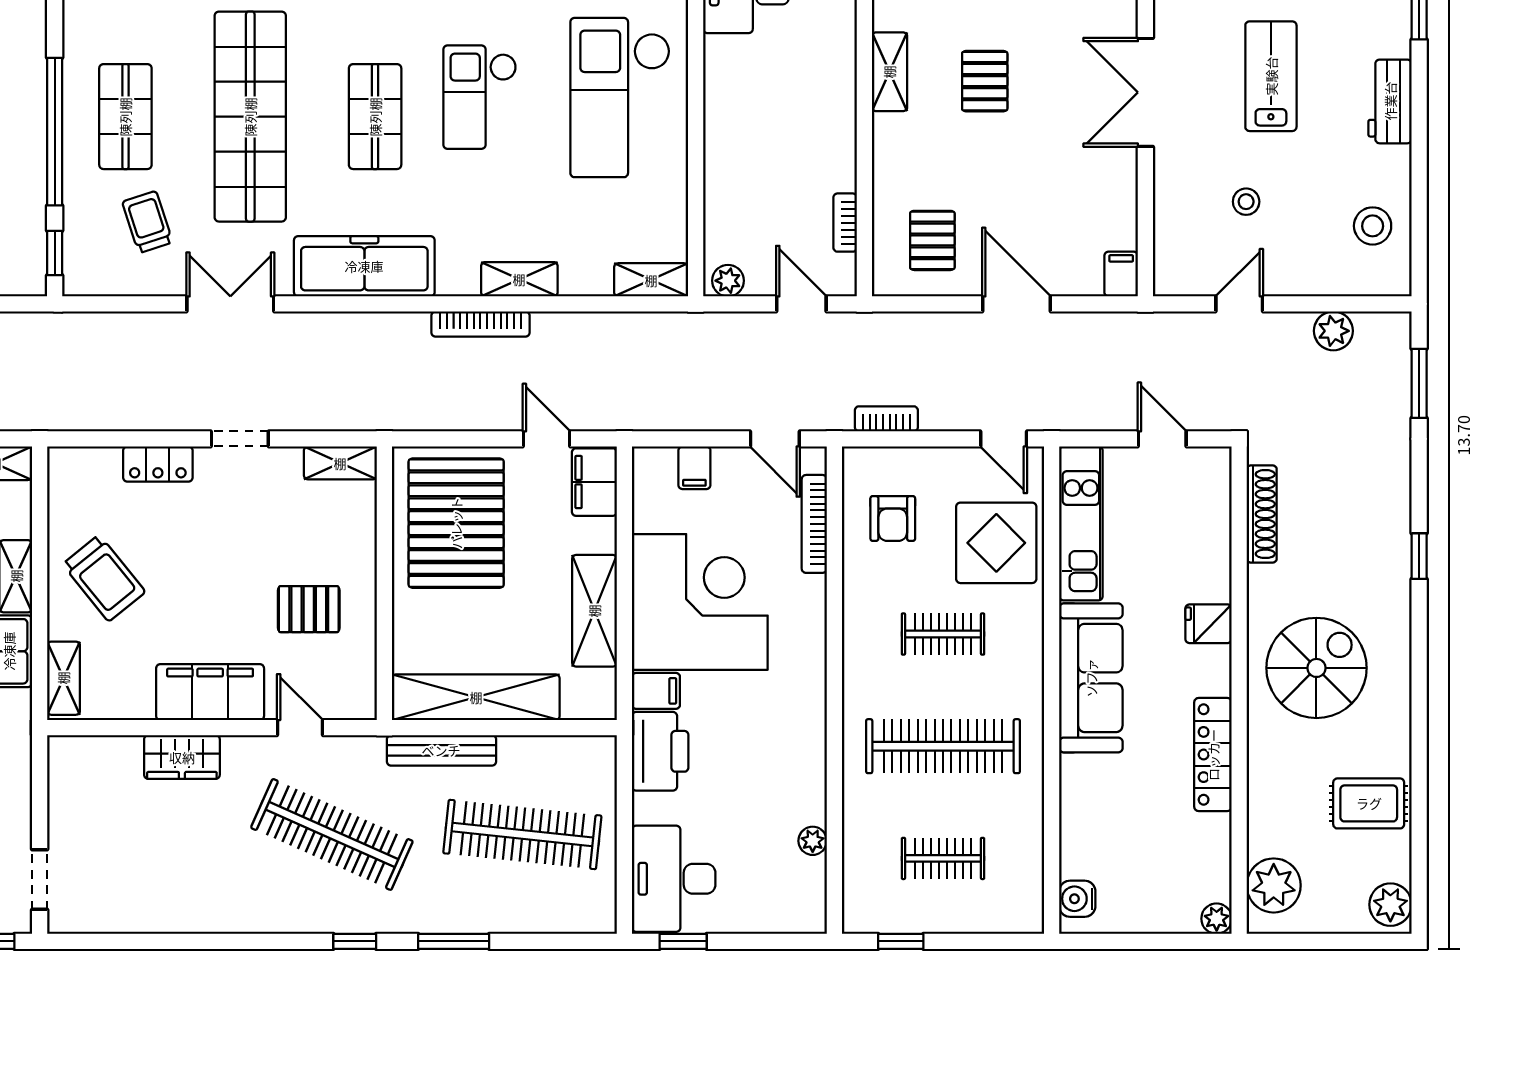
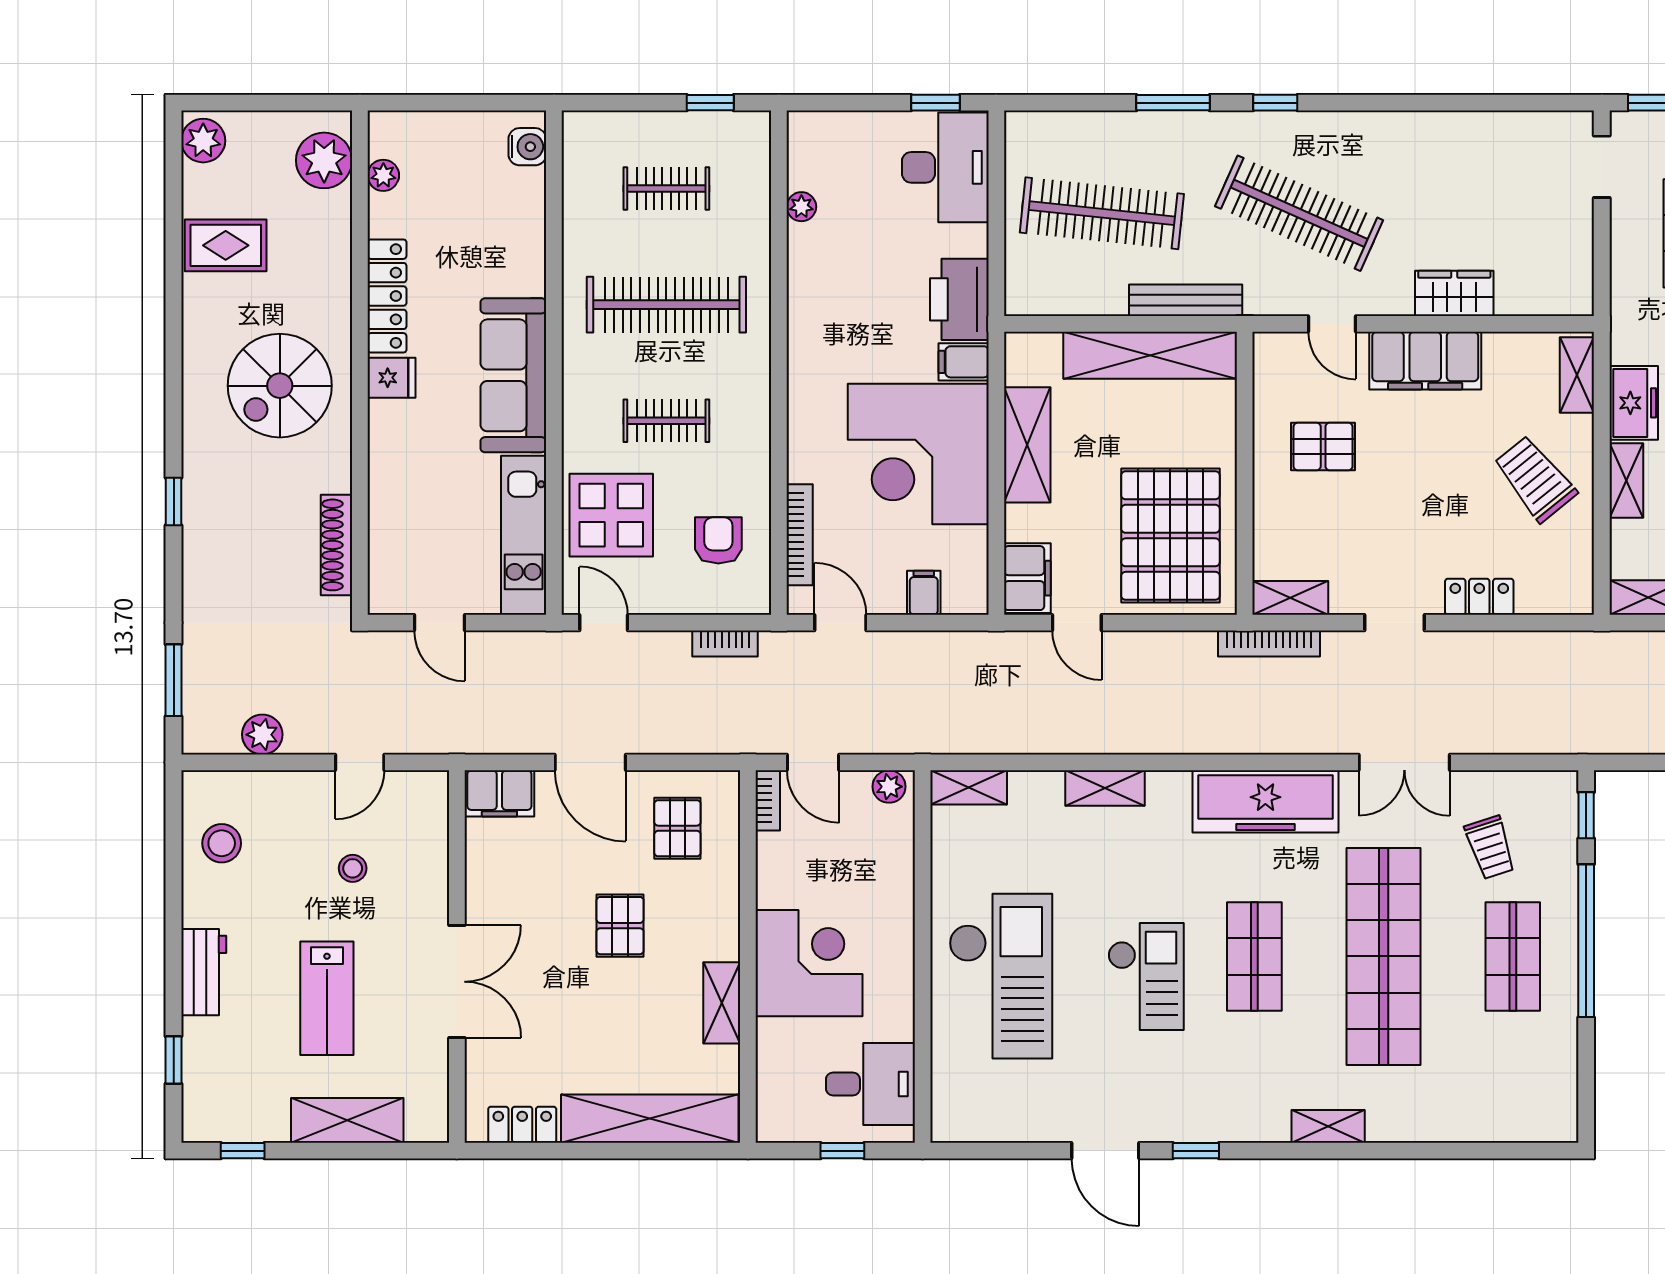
pallet: (985, 81) -> (620, 926), moved
corner desk: (805, 110) -> (809, 963), added
bookcase: (845, 223) -> (768, 800), moved
filing cabinet: (1121, 274) -> (499, 793), width x2.00
bookcase: (480, 324) -> (1269, 643), moved, turned 180
fridge: (1209, 624) -> (391, 378), moved
plant: (1217, 919) -> (383, 175), moved

